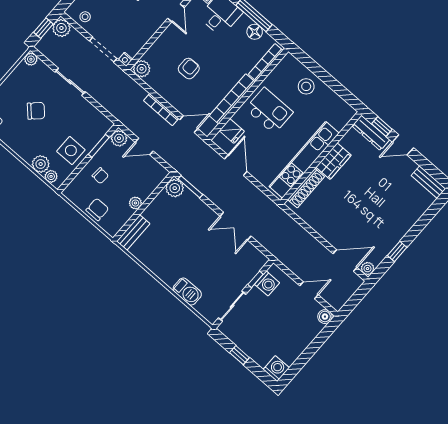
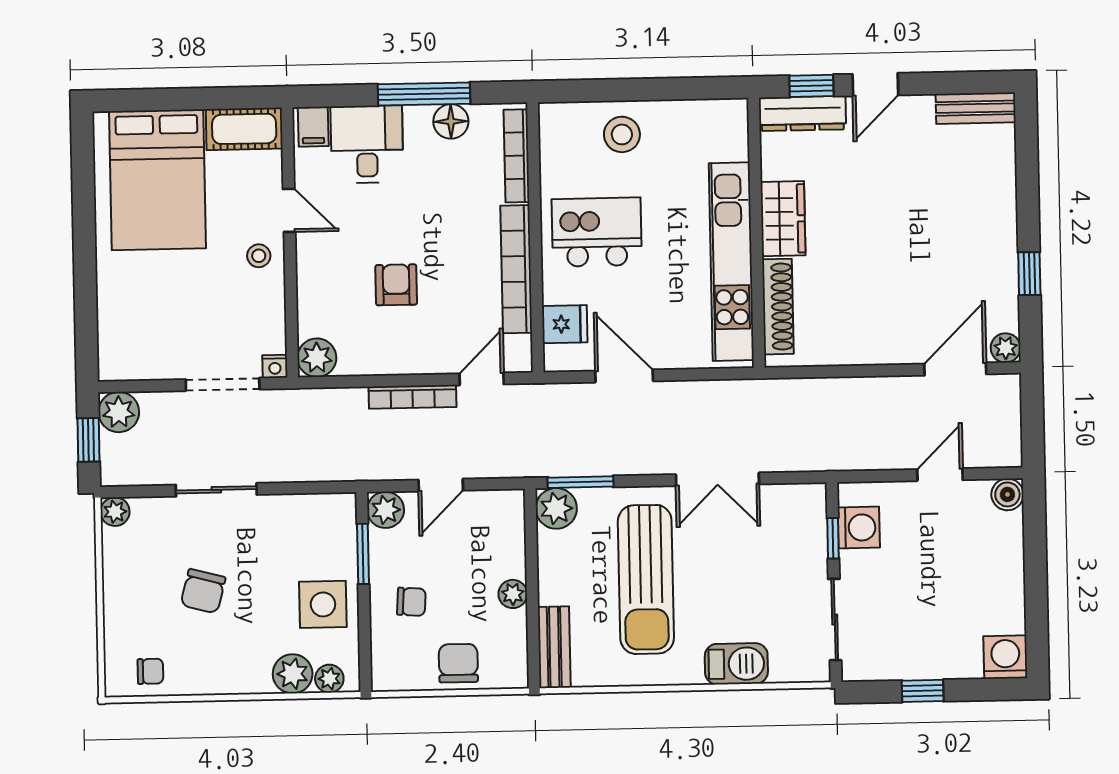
stool: (85, 17) -> (259, 256), moved
chair: (36, 111) -> (203, 591), turned 149
sun lounger: (183, 238) -> (646, 579), added

